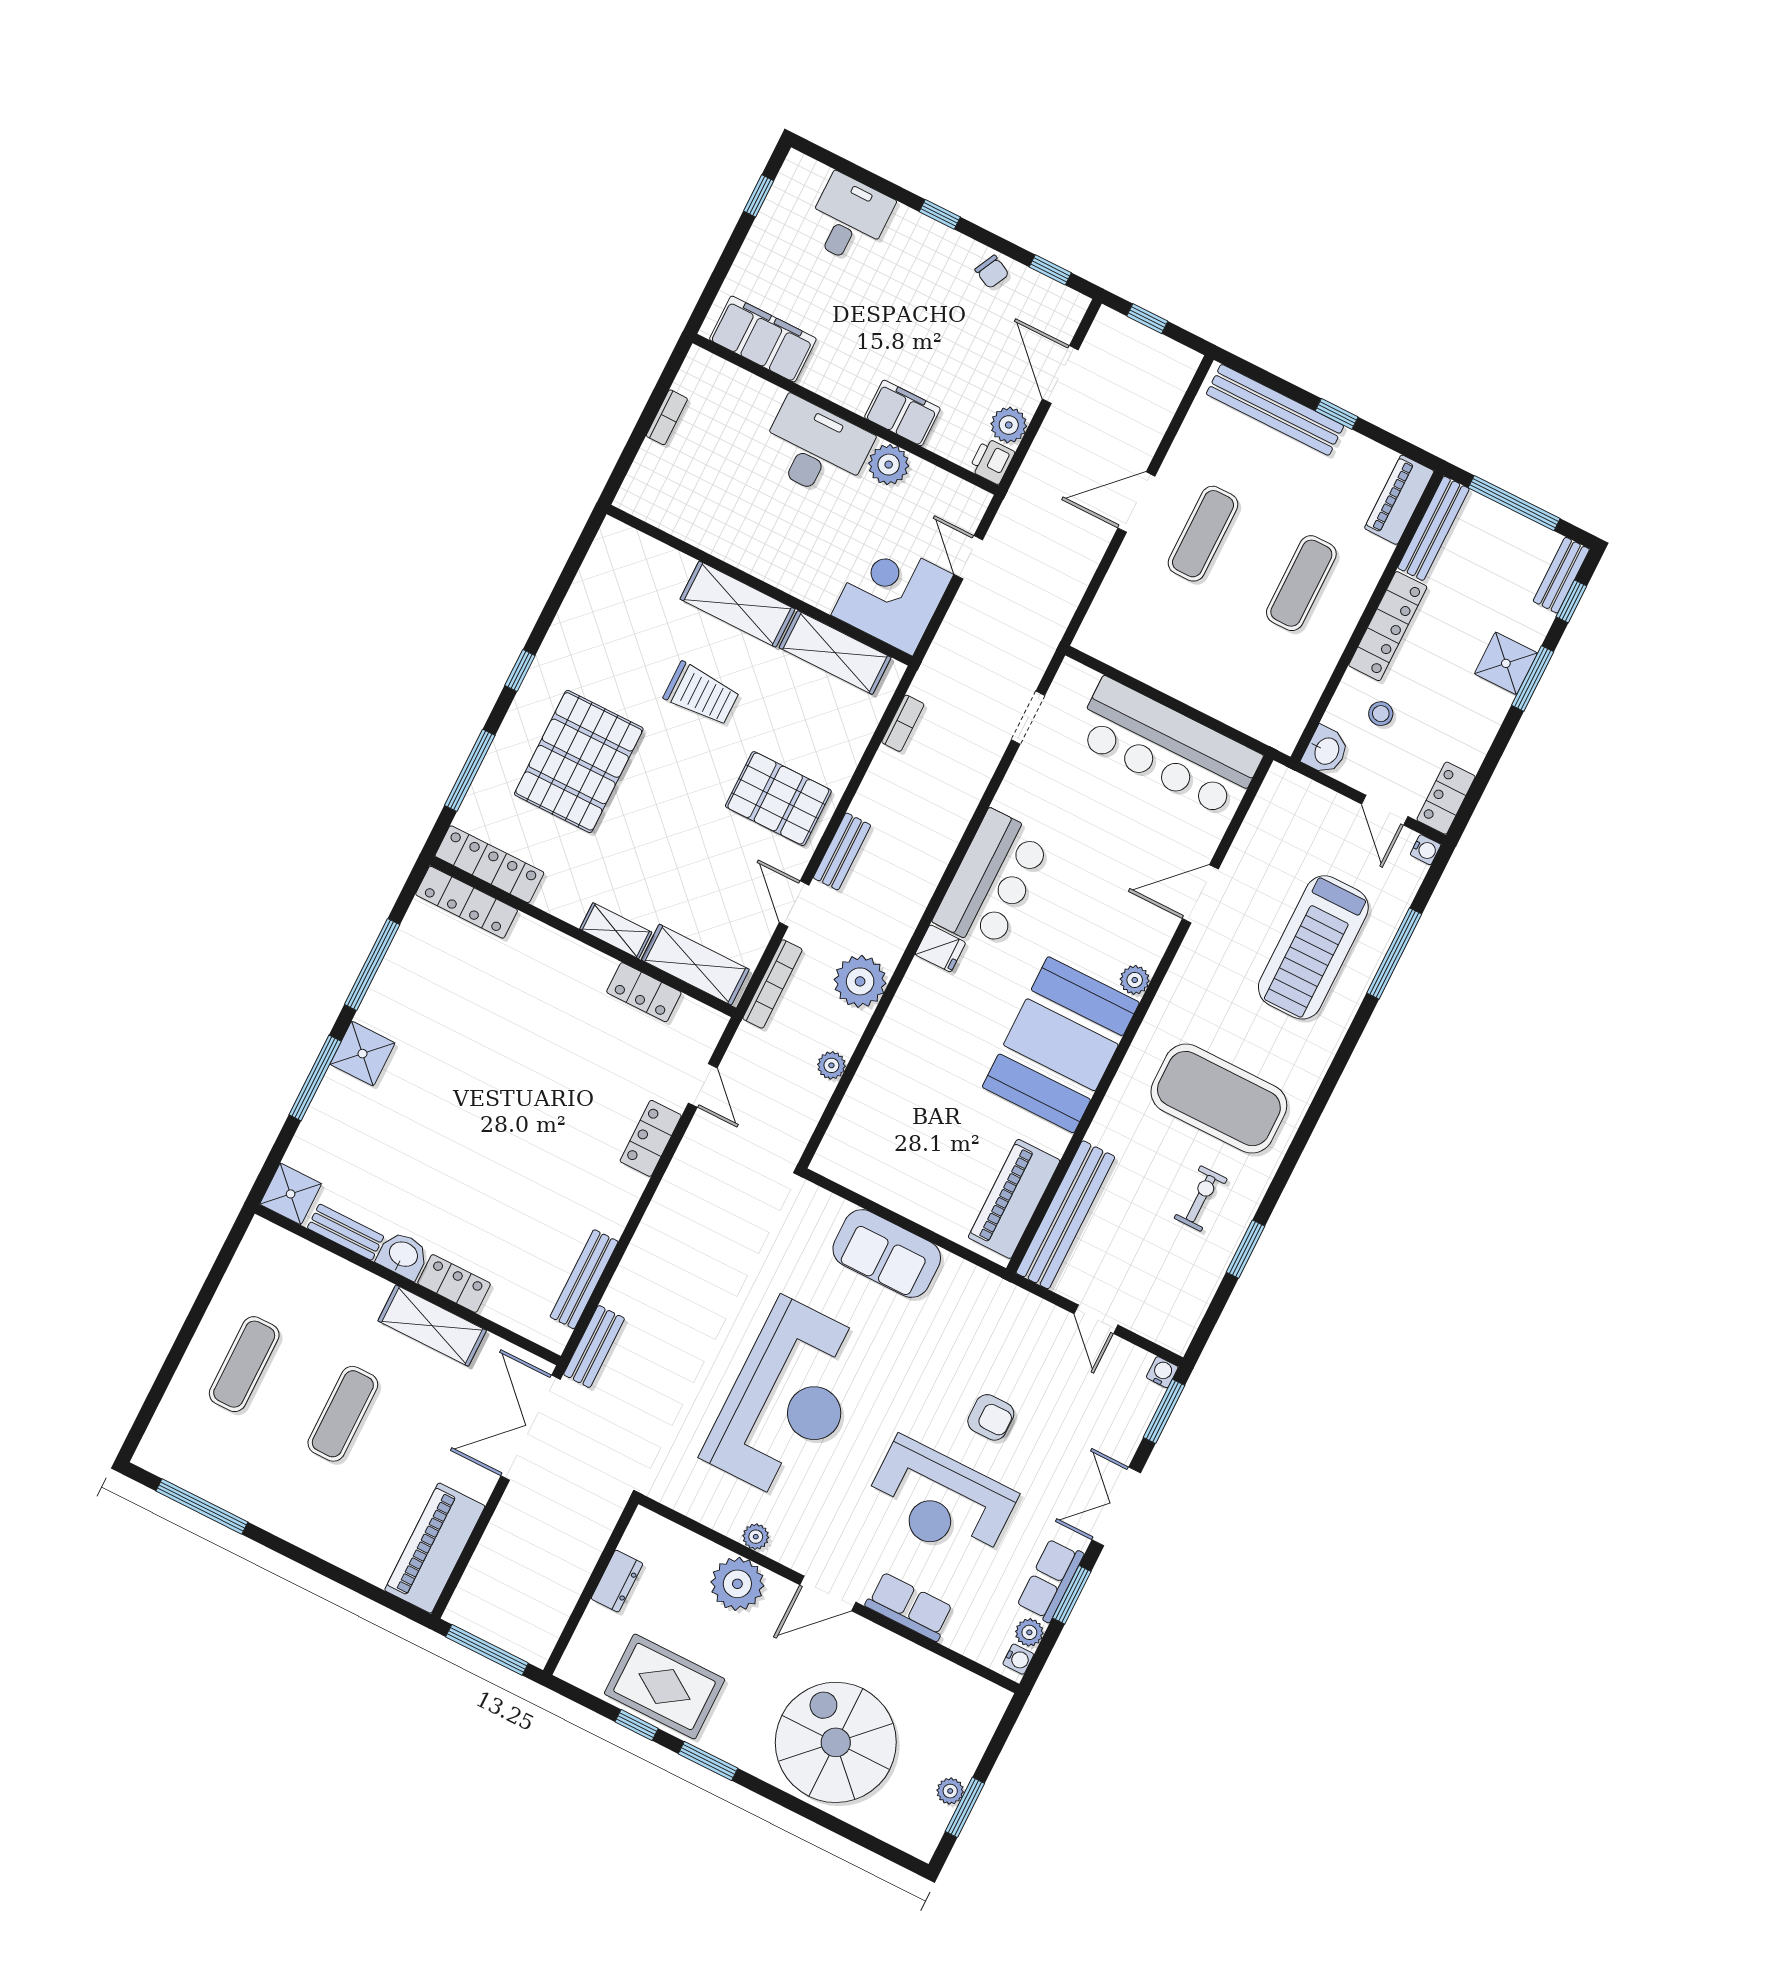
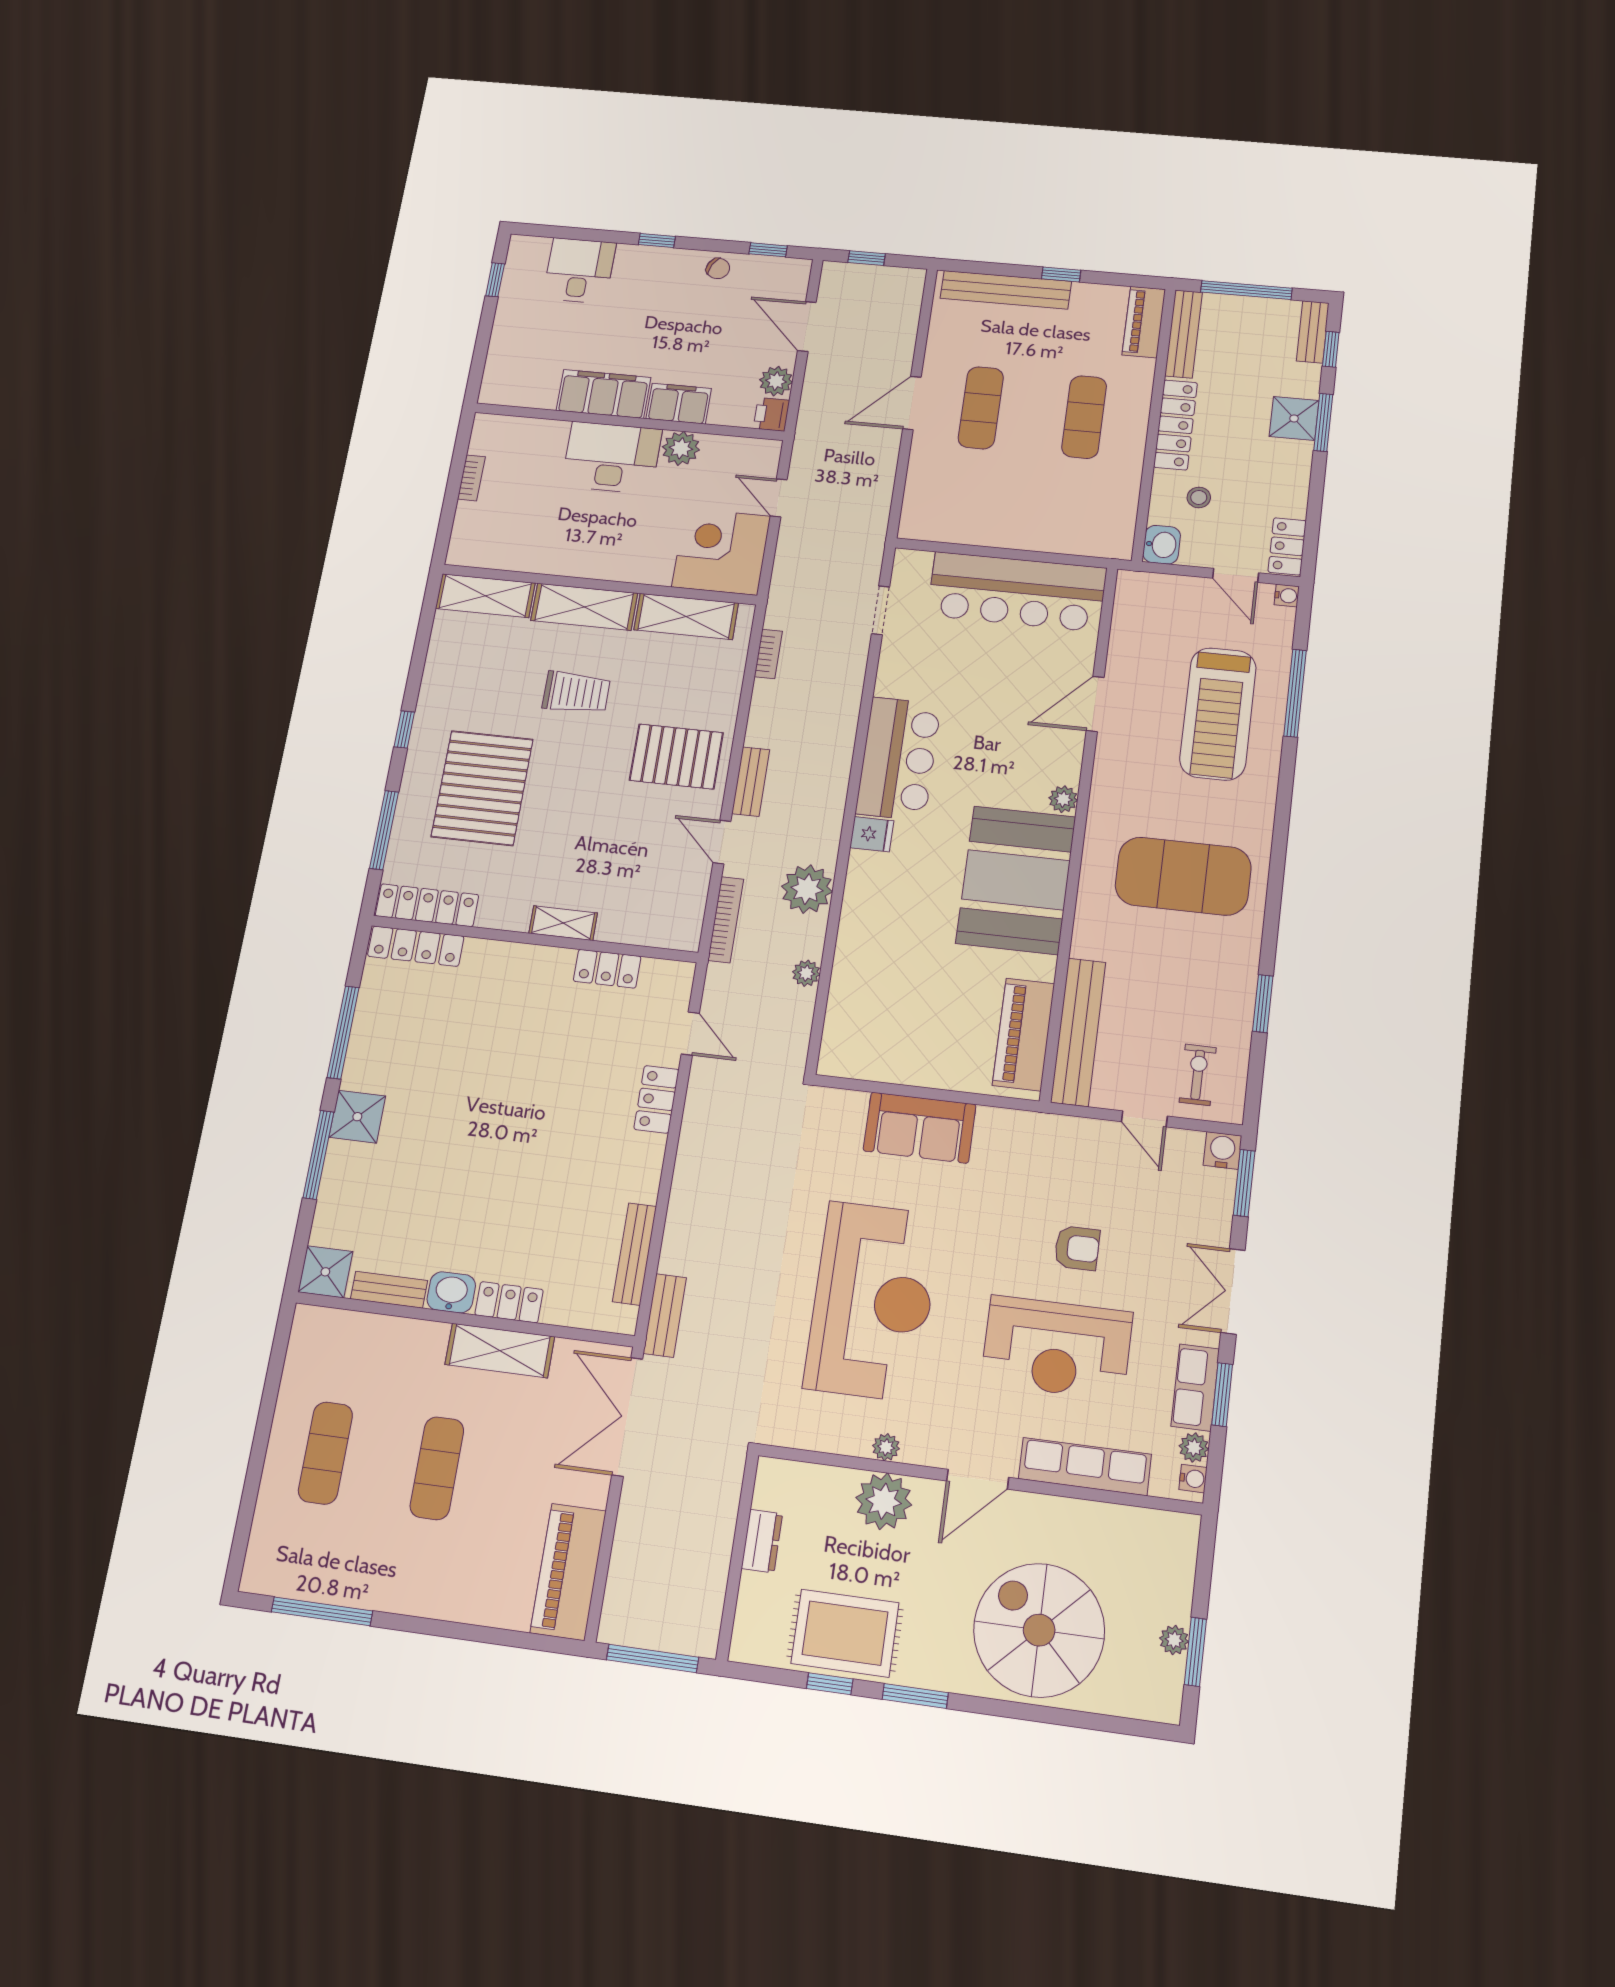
filing cabinet: (763, 339) -> (604, 394), moved
shelving: (695, 965) -> (485, 596), moved
exercise bike: (1201, 1199) -> (1198, 1075), moved
water cooler: (1162, 1372) -> (1222, 1151), width x1.38, depth x1.38
row of seats: (909, 1607) -> (1085, 1467), width x1.48

